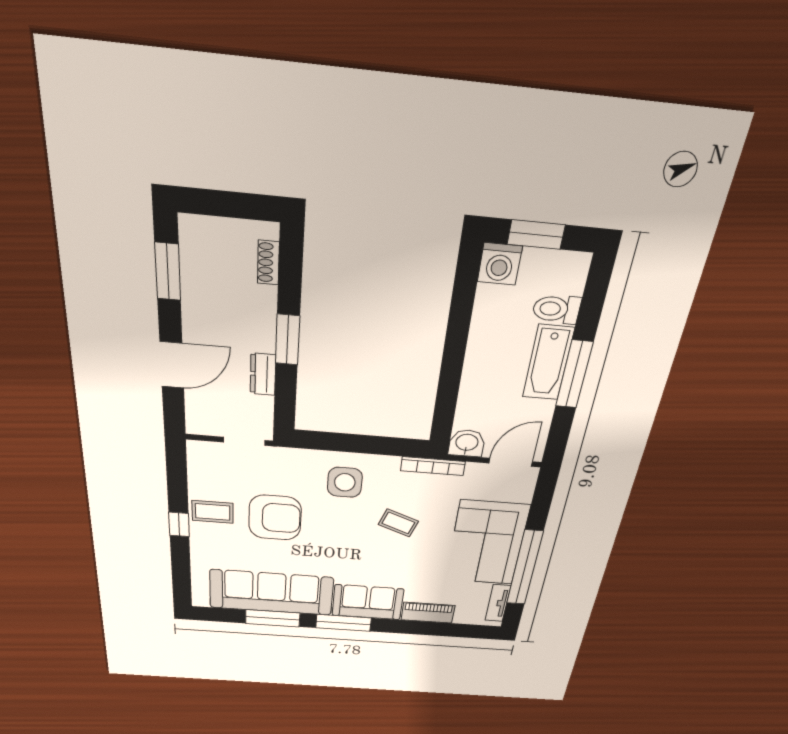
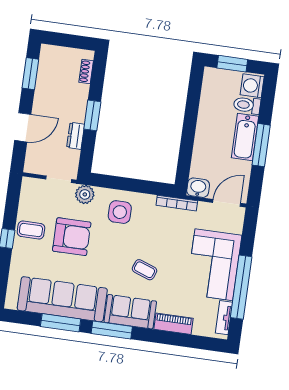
washing machine: (500, 264) -> (252, 86), moved, turned 90
plant: (288, 461) -> (85, 194), added
coffee table: (398, 523) -> (145, 270), moved

